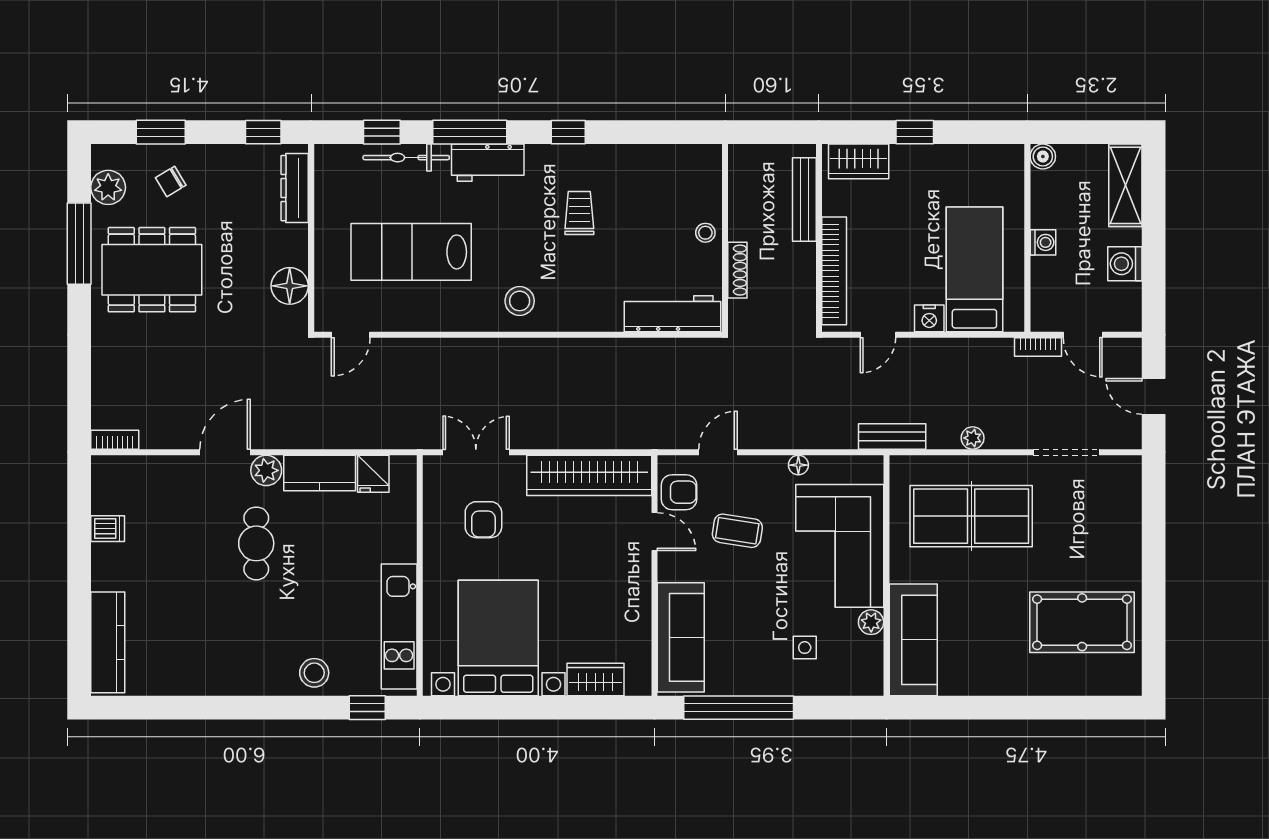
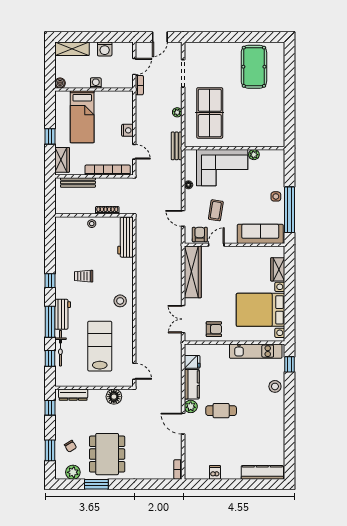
window: (79, 244) -> (96, 484), width x0.69
lab bench: (411, 252) -> (100, 346), turned 180
bed: (974, 269) -> (82, 117), moved, turned -90
armchair: (483, 520) -> (214, 329), moved
sofa: (913, 640) -> (261, 137), removed
side table: (805, 648) -> (276, 196), moved

